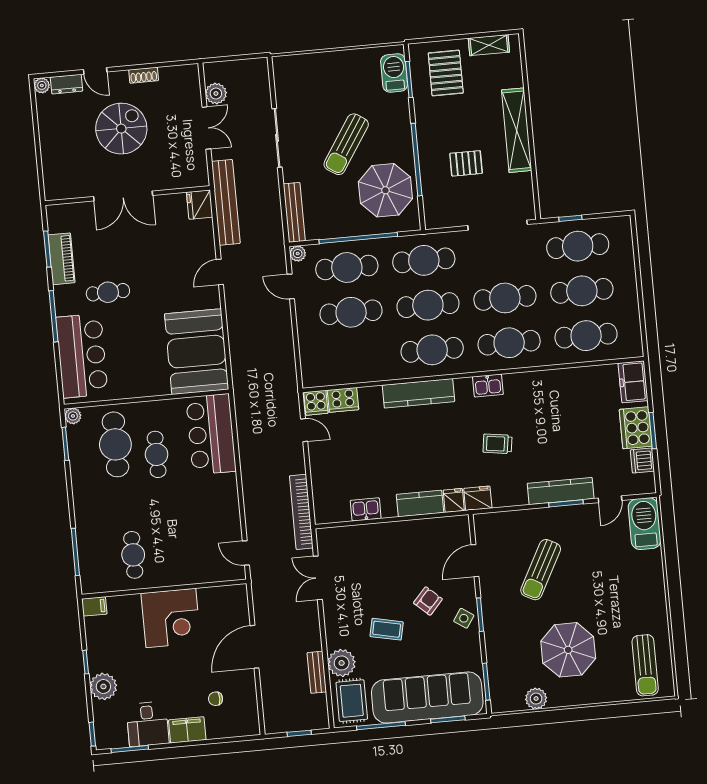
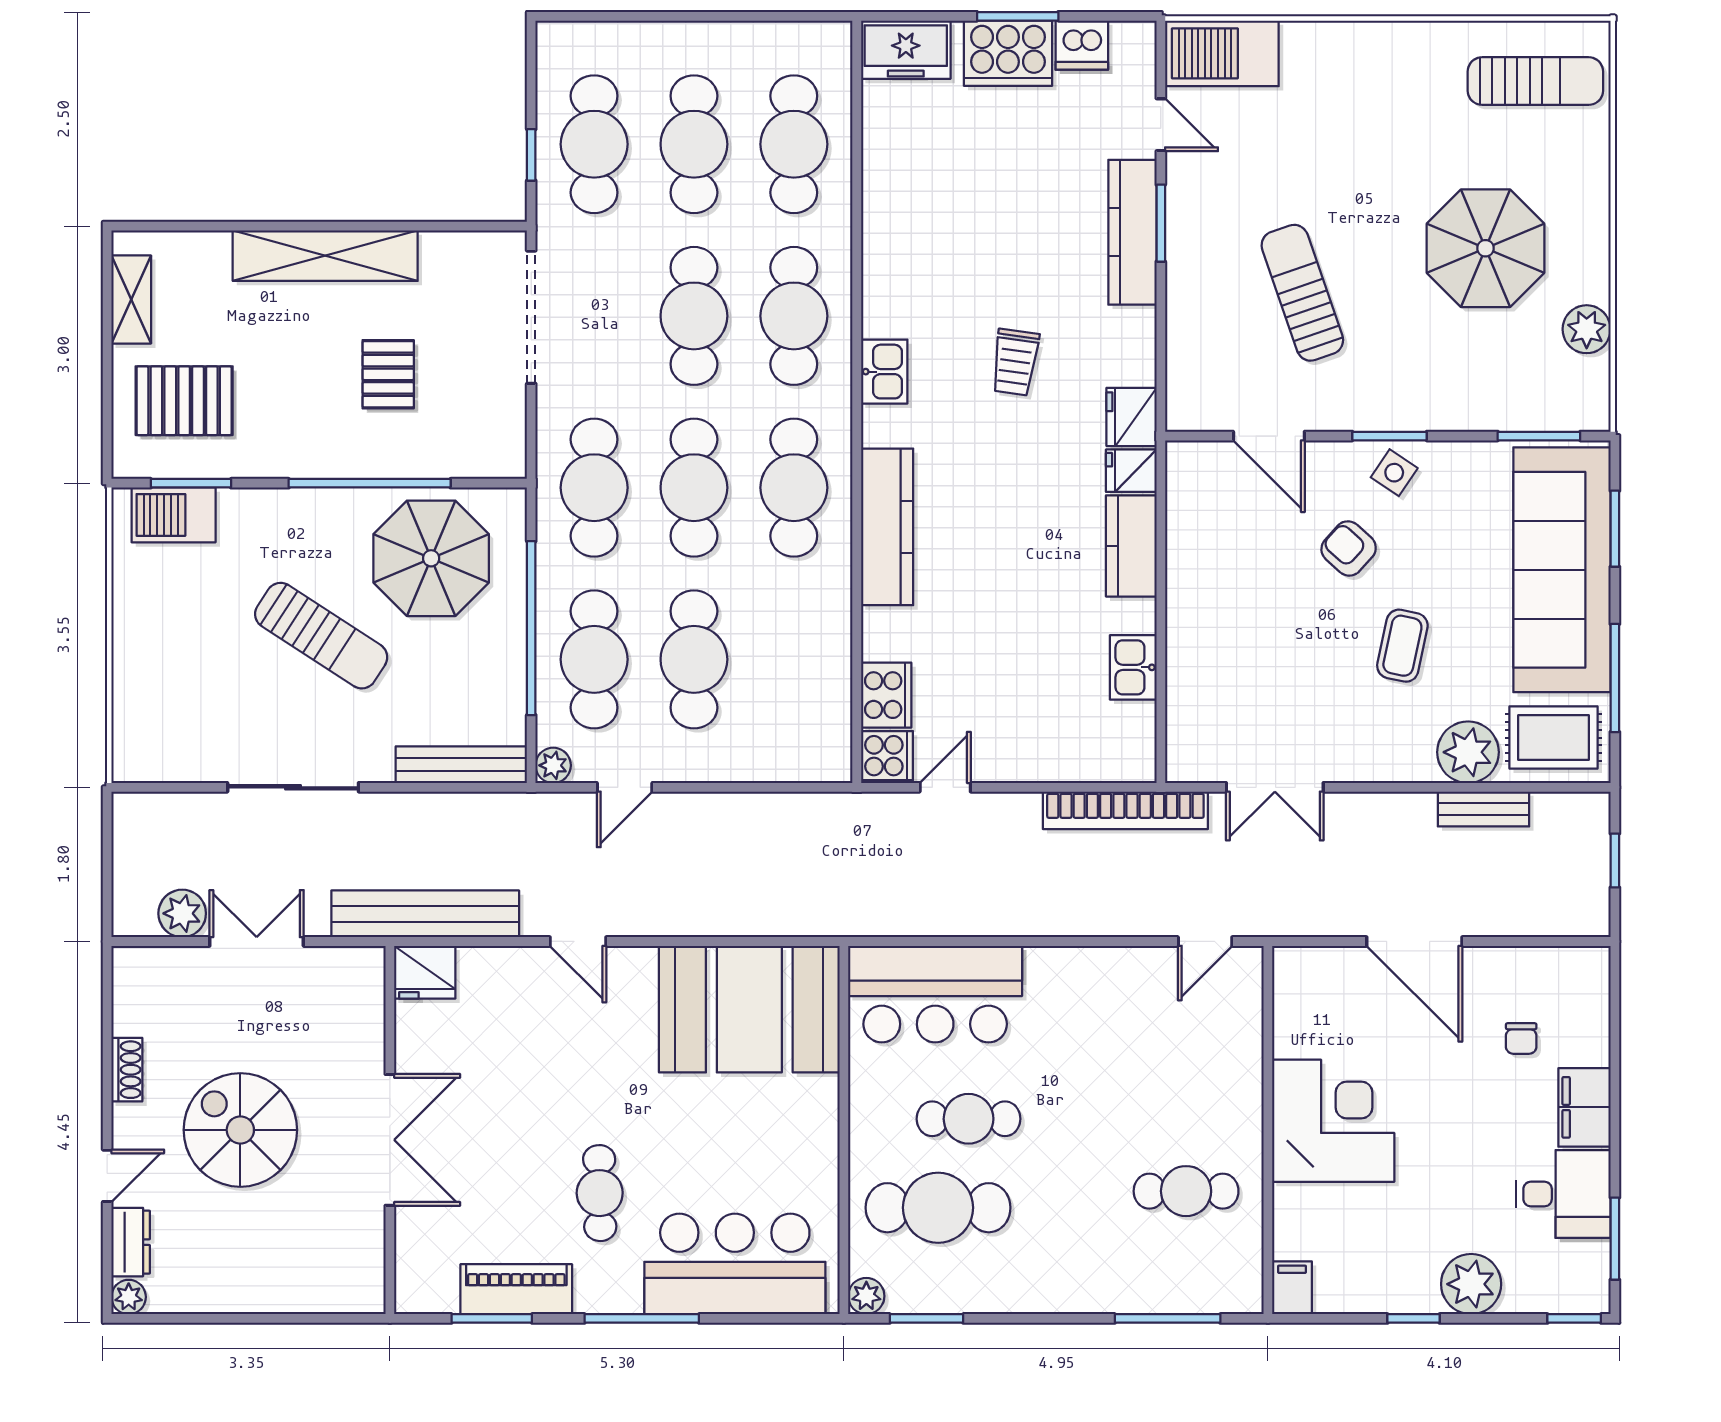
sun lounger: (541, 570) -> (1302, 293), turned -137

